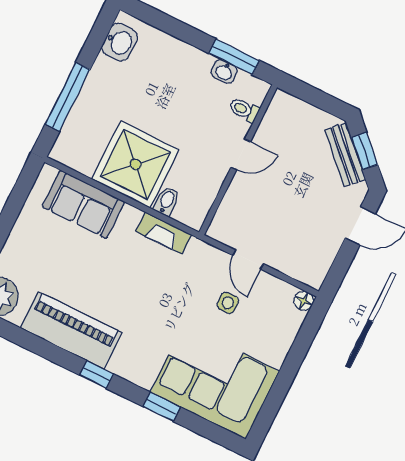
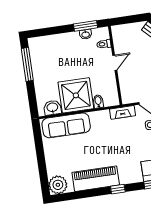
washbasin: (120, 42) -> (52, 108), moved, turned -90
window: (68, 97) -> (27, 64), moved
sofa: (83, 204) -> (66, 125), width x1.36
fireplace: (164, 233) -> (123, 112), moved

